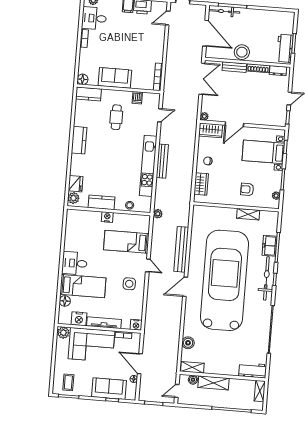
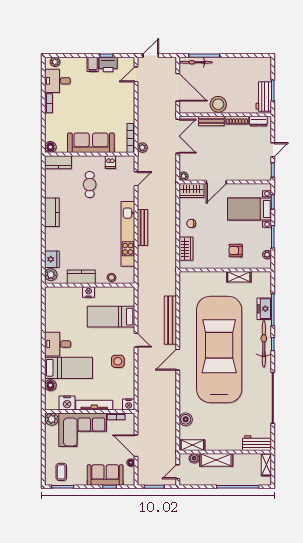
sofa: (115, 78) -> (91, 143), width x1.36
plant: (158, 214) -> (142, 148), moved

